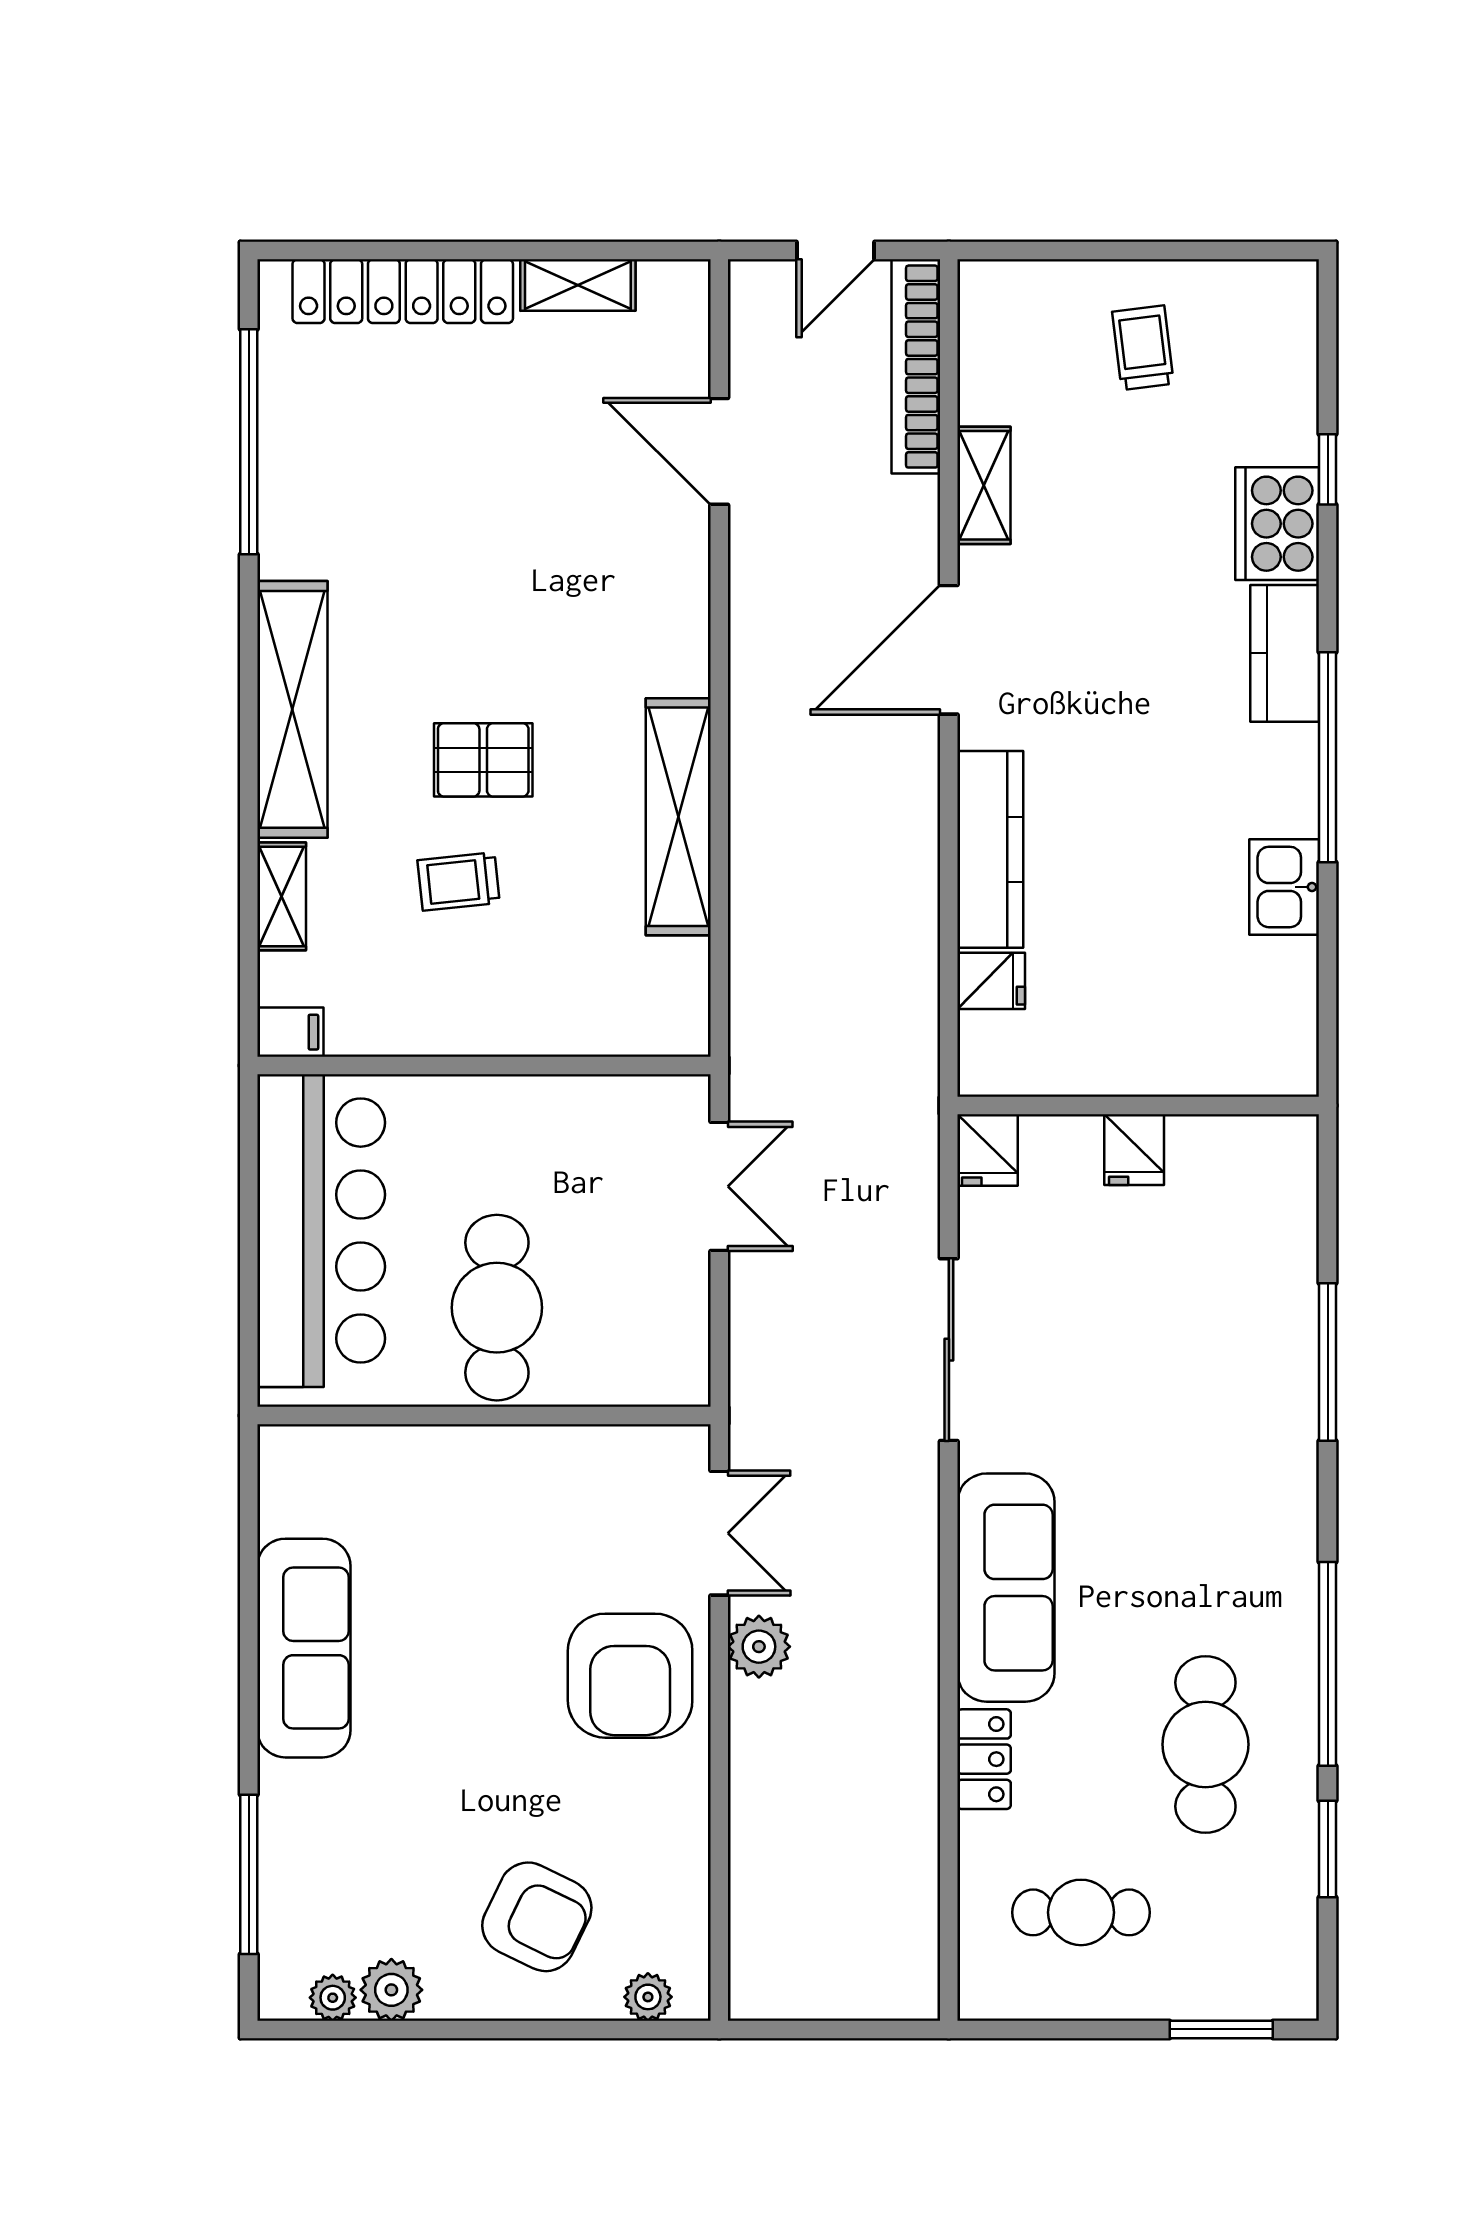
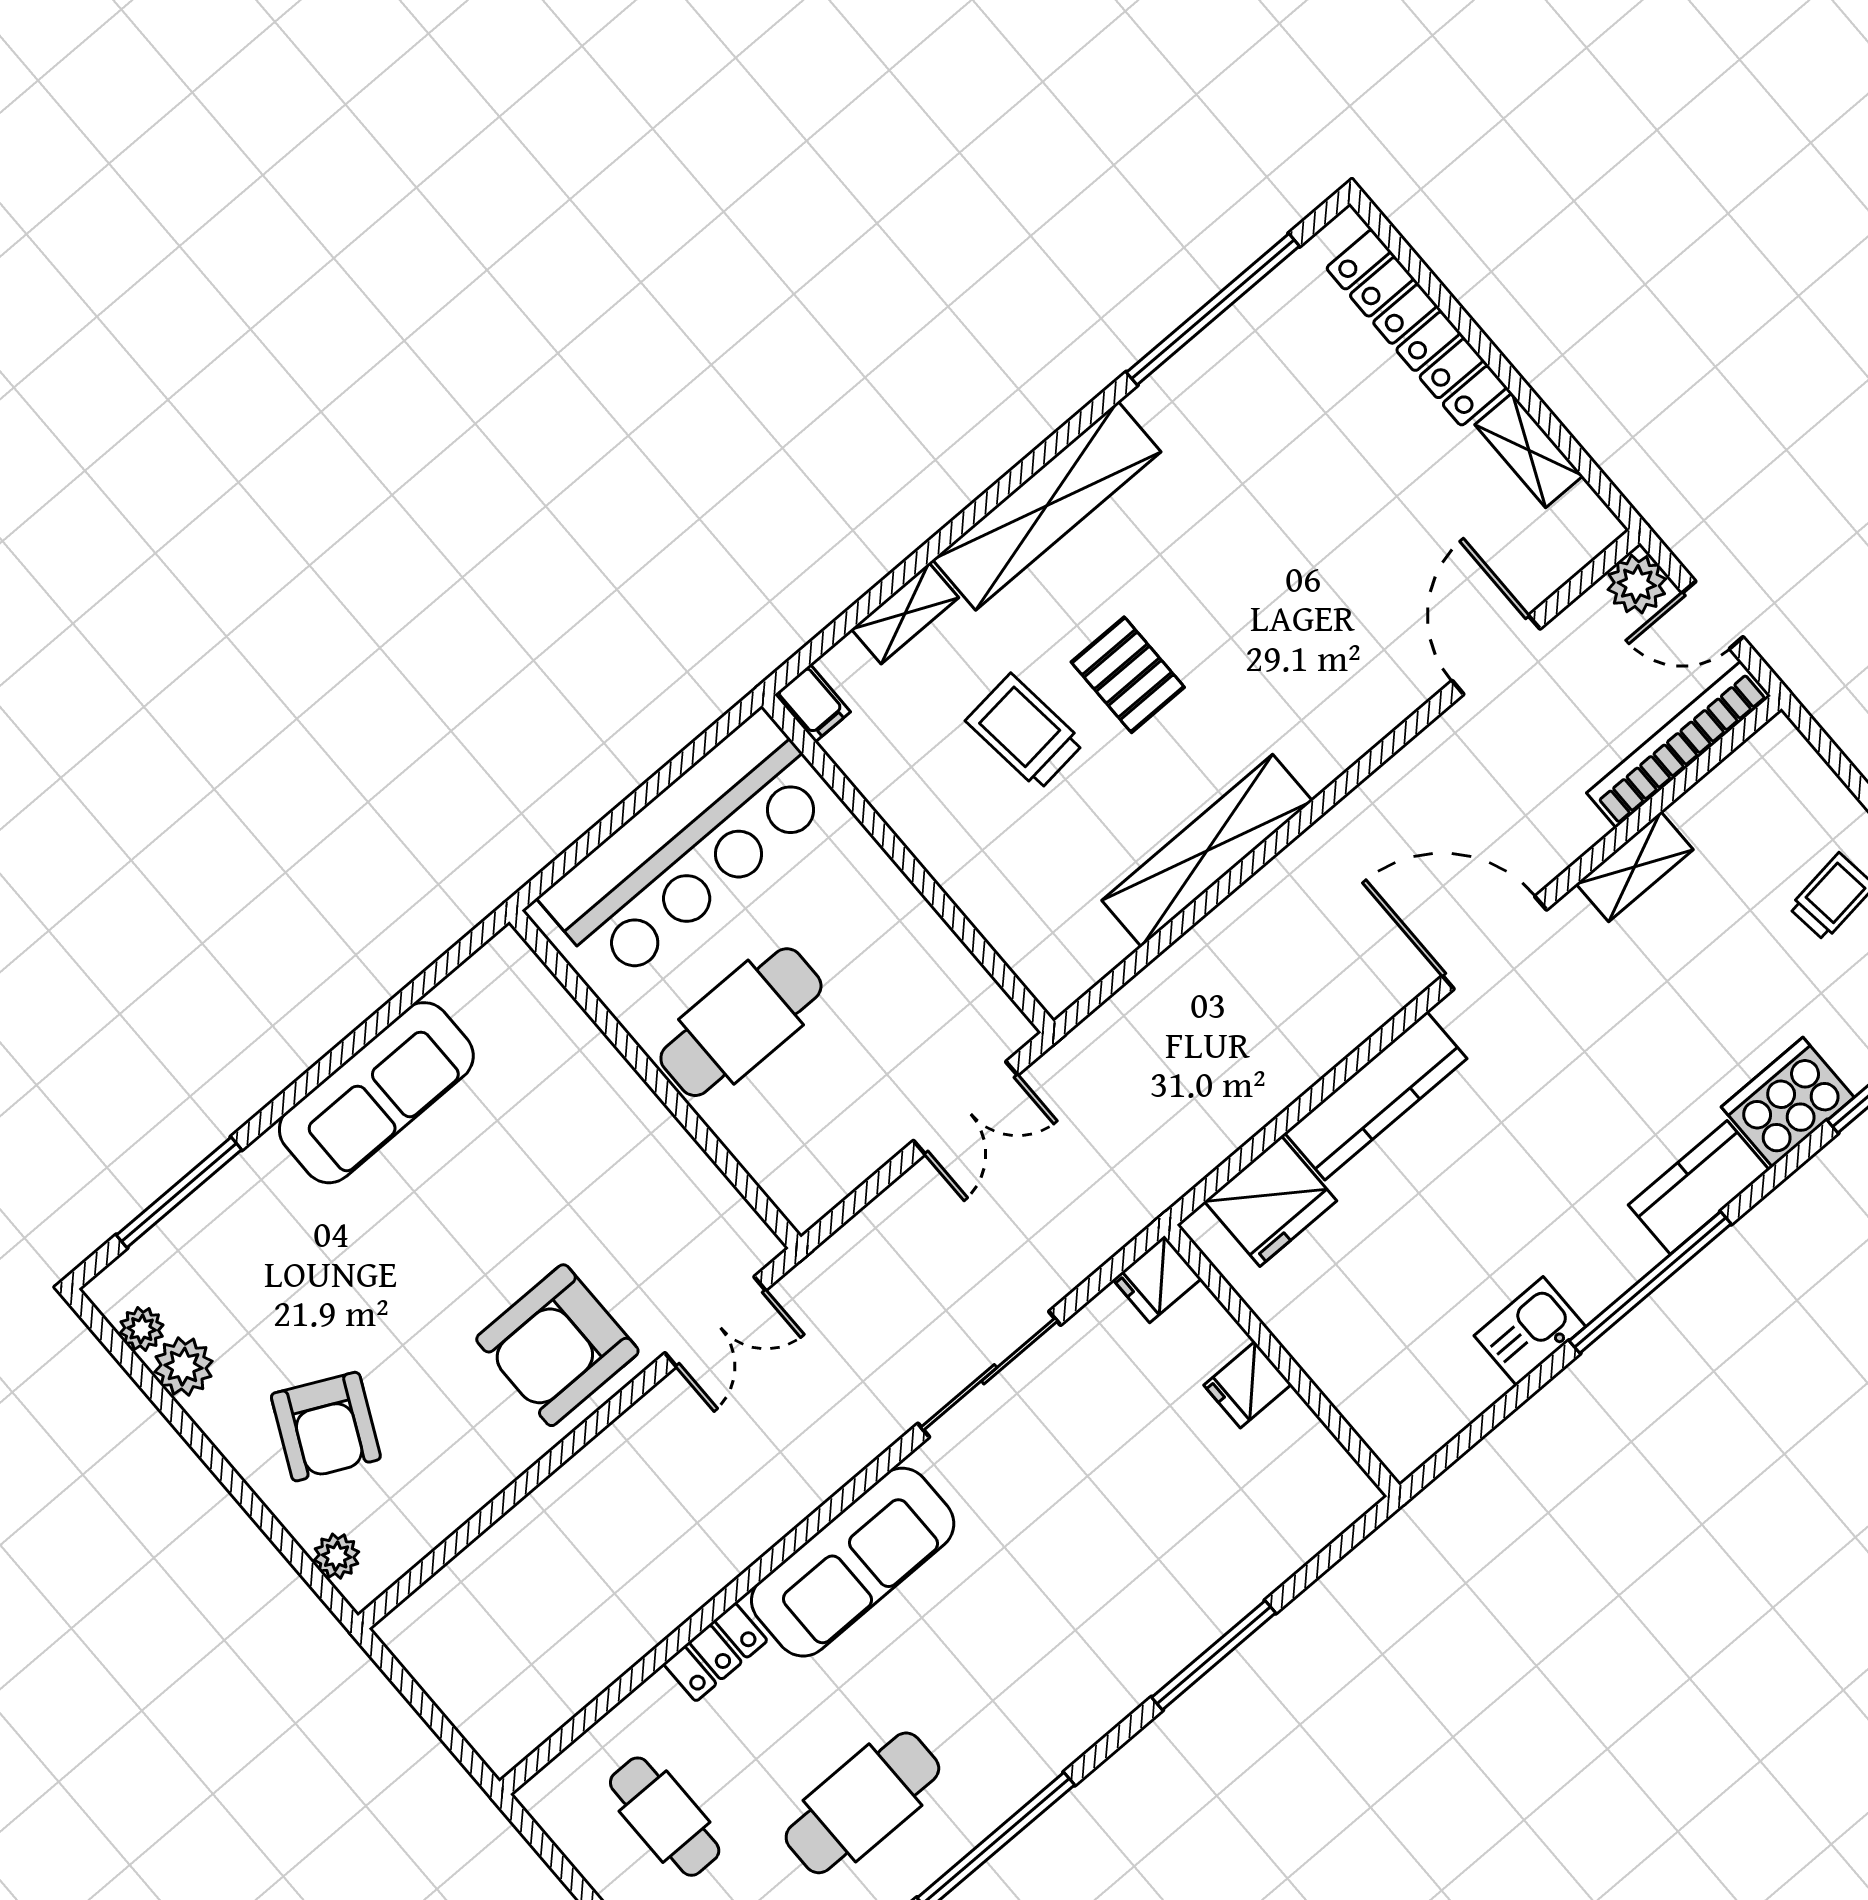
trolley: (459, 881) -> (1025, 732), width x1.36, depth x1.39
fridge: (991, 981) -> (1270, 1201), width x1.88, depth x1.34
plant: (759, 1647) -> (1637, 584), moved

